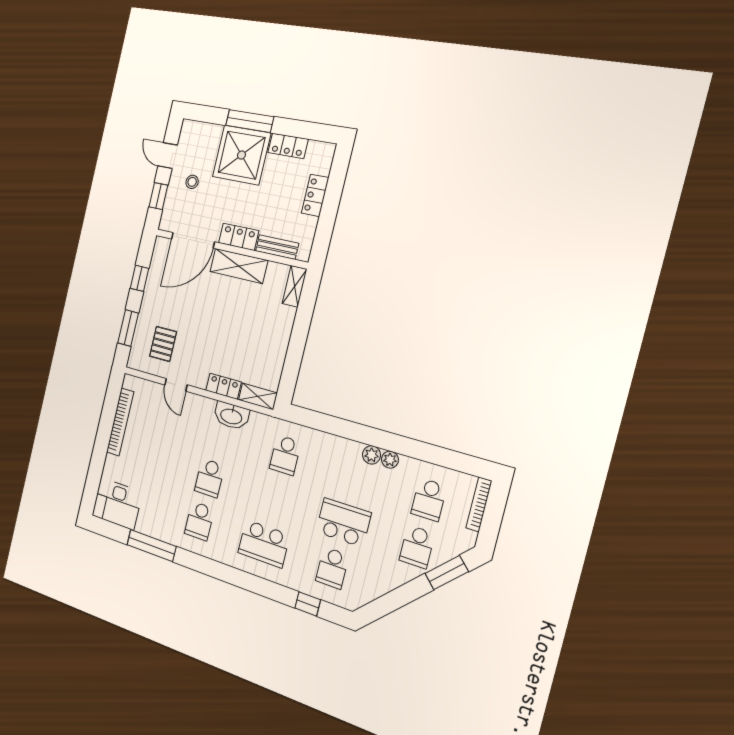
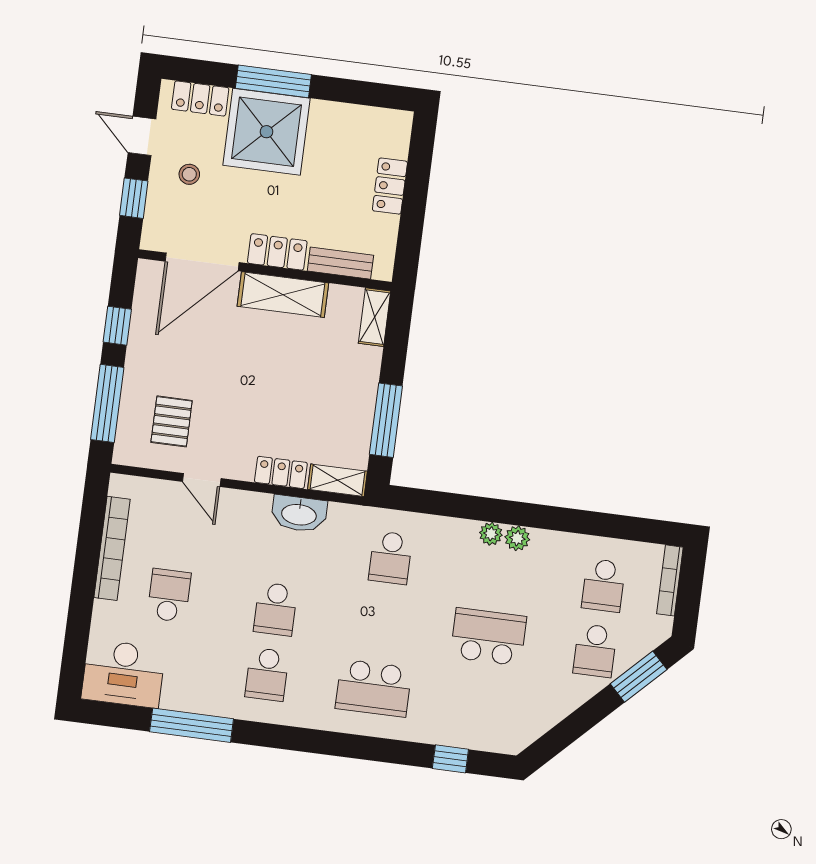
locker: (288, 146) -> (200, 98), moved
window: (128, 328) -> (107, 403), width x1.44
window: (293, 359) -> (386, 420), added
plant: (390, 460) -> (491, 534), moved
school desk: (332, 568) -> (169, 595), moved, turned 180

